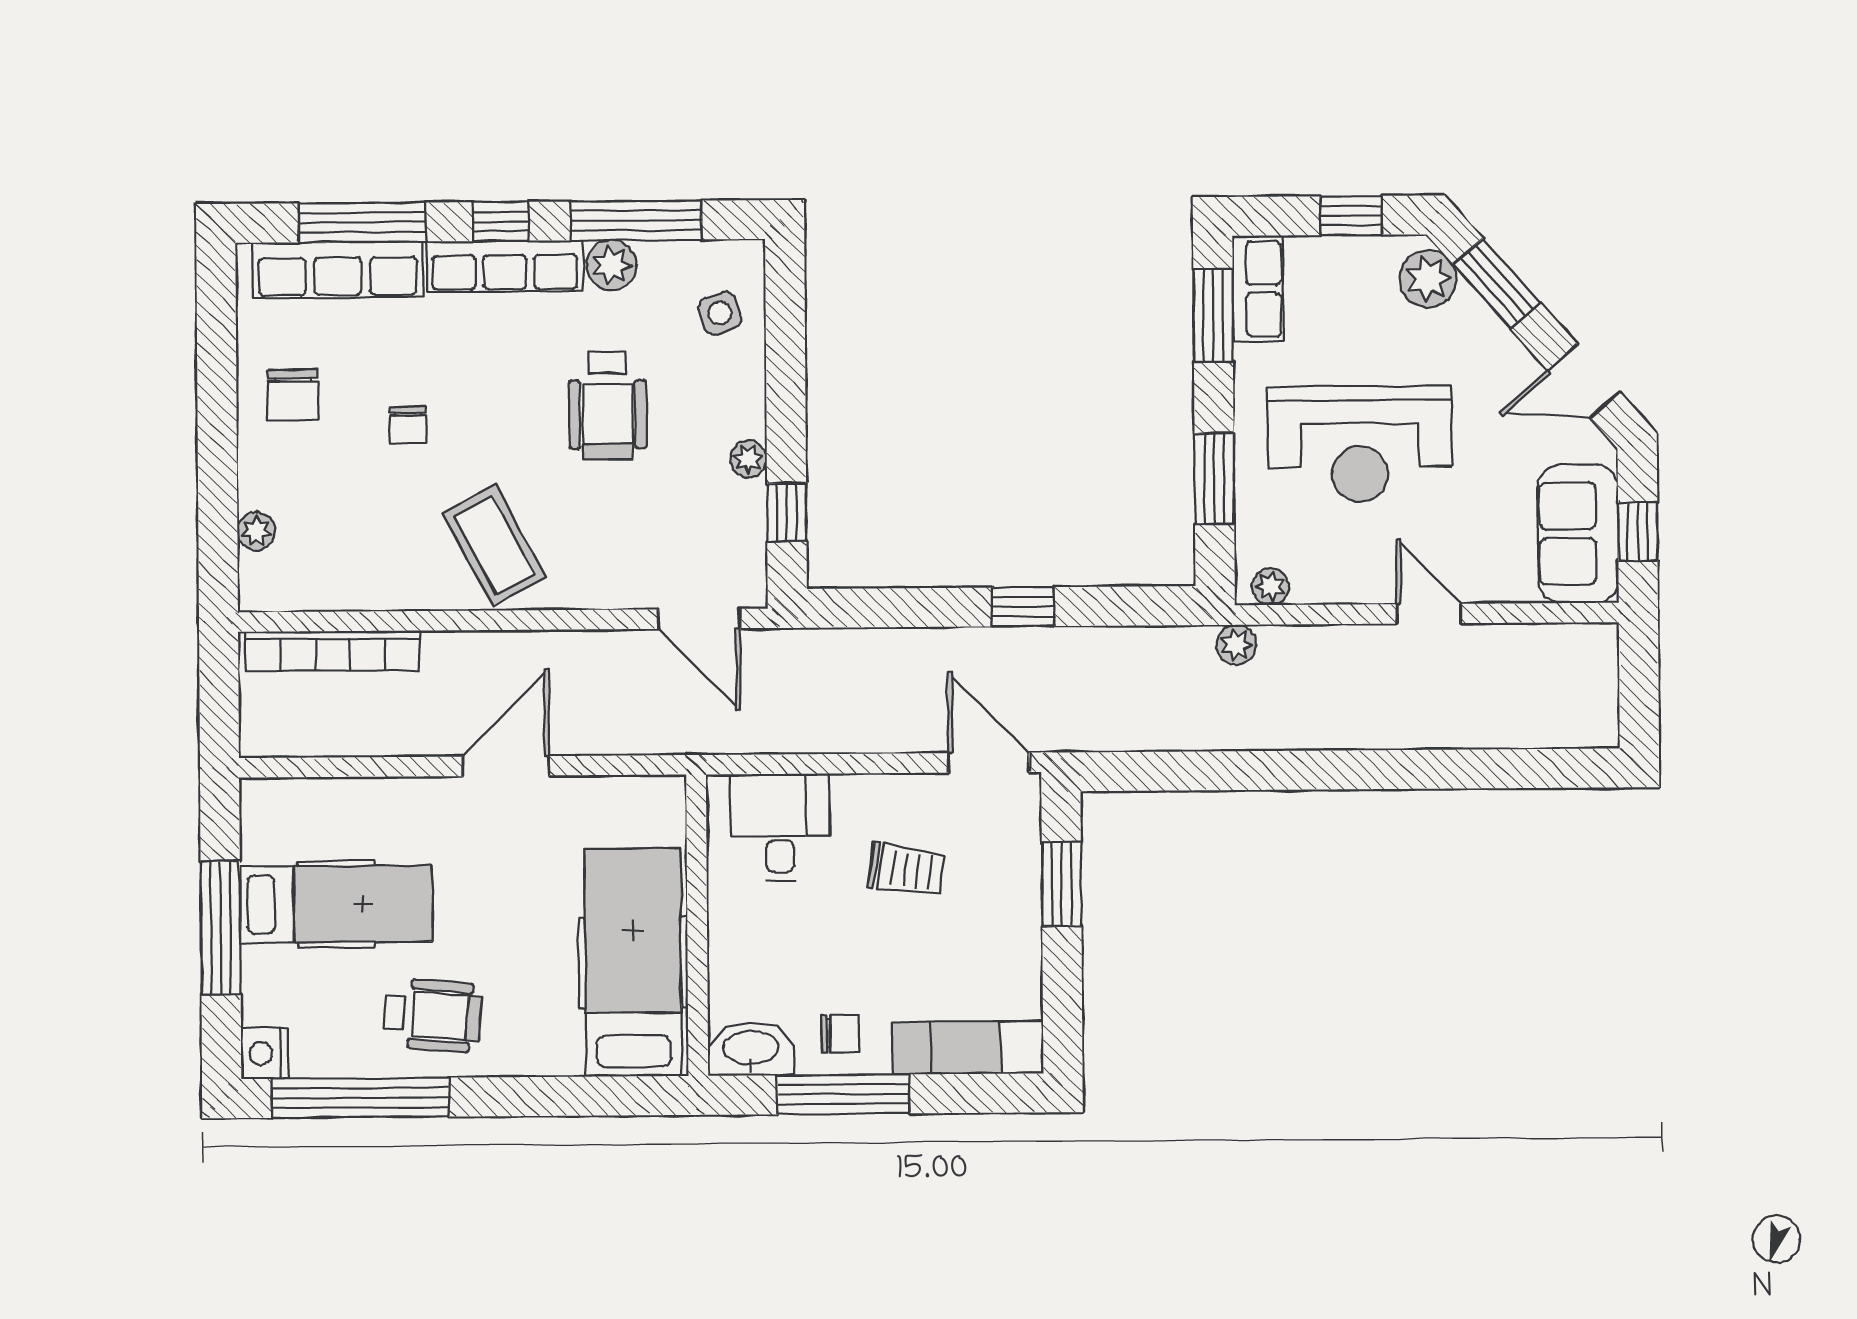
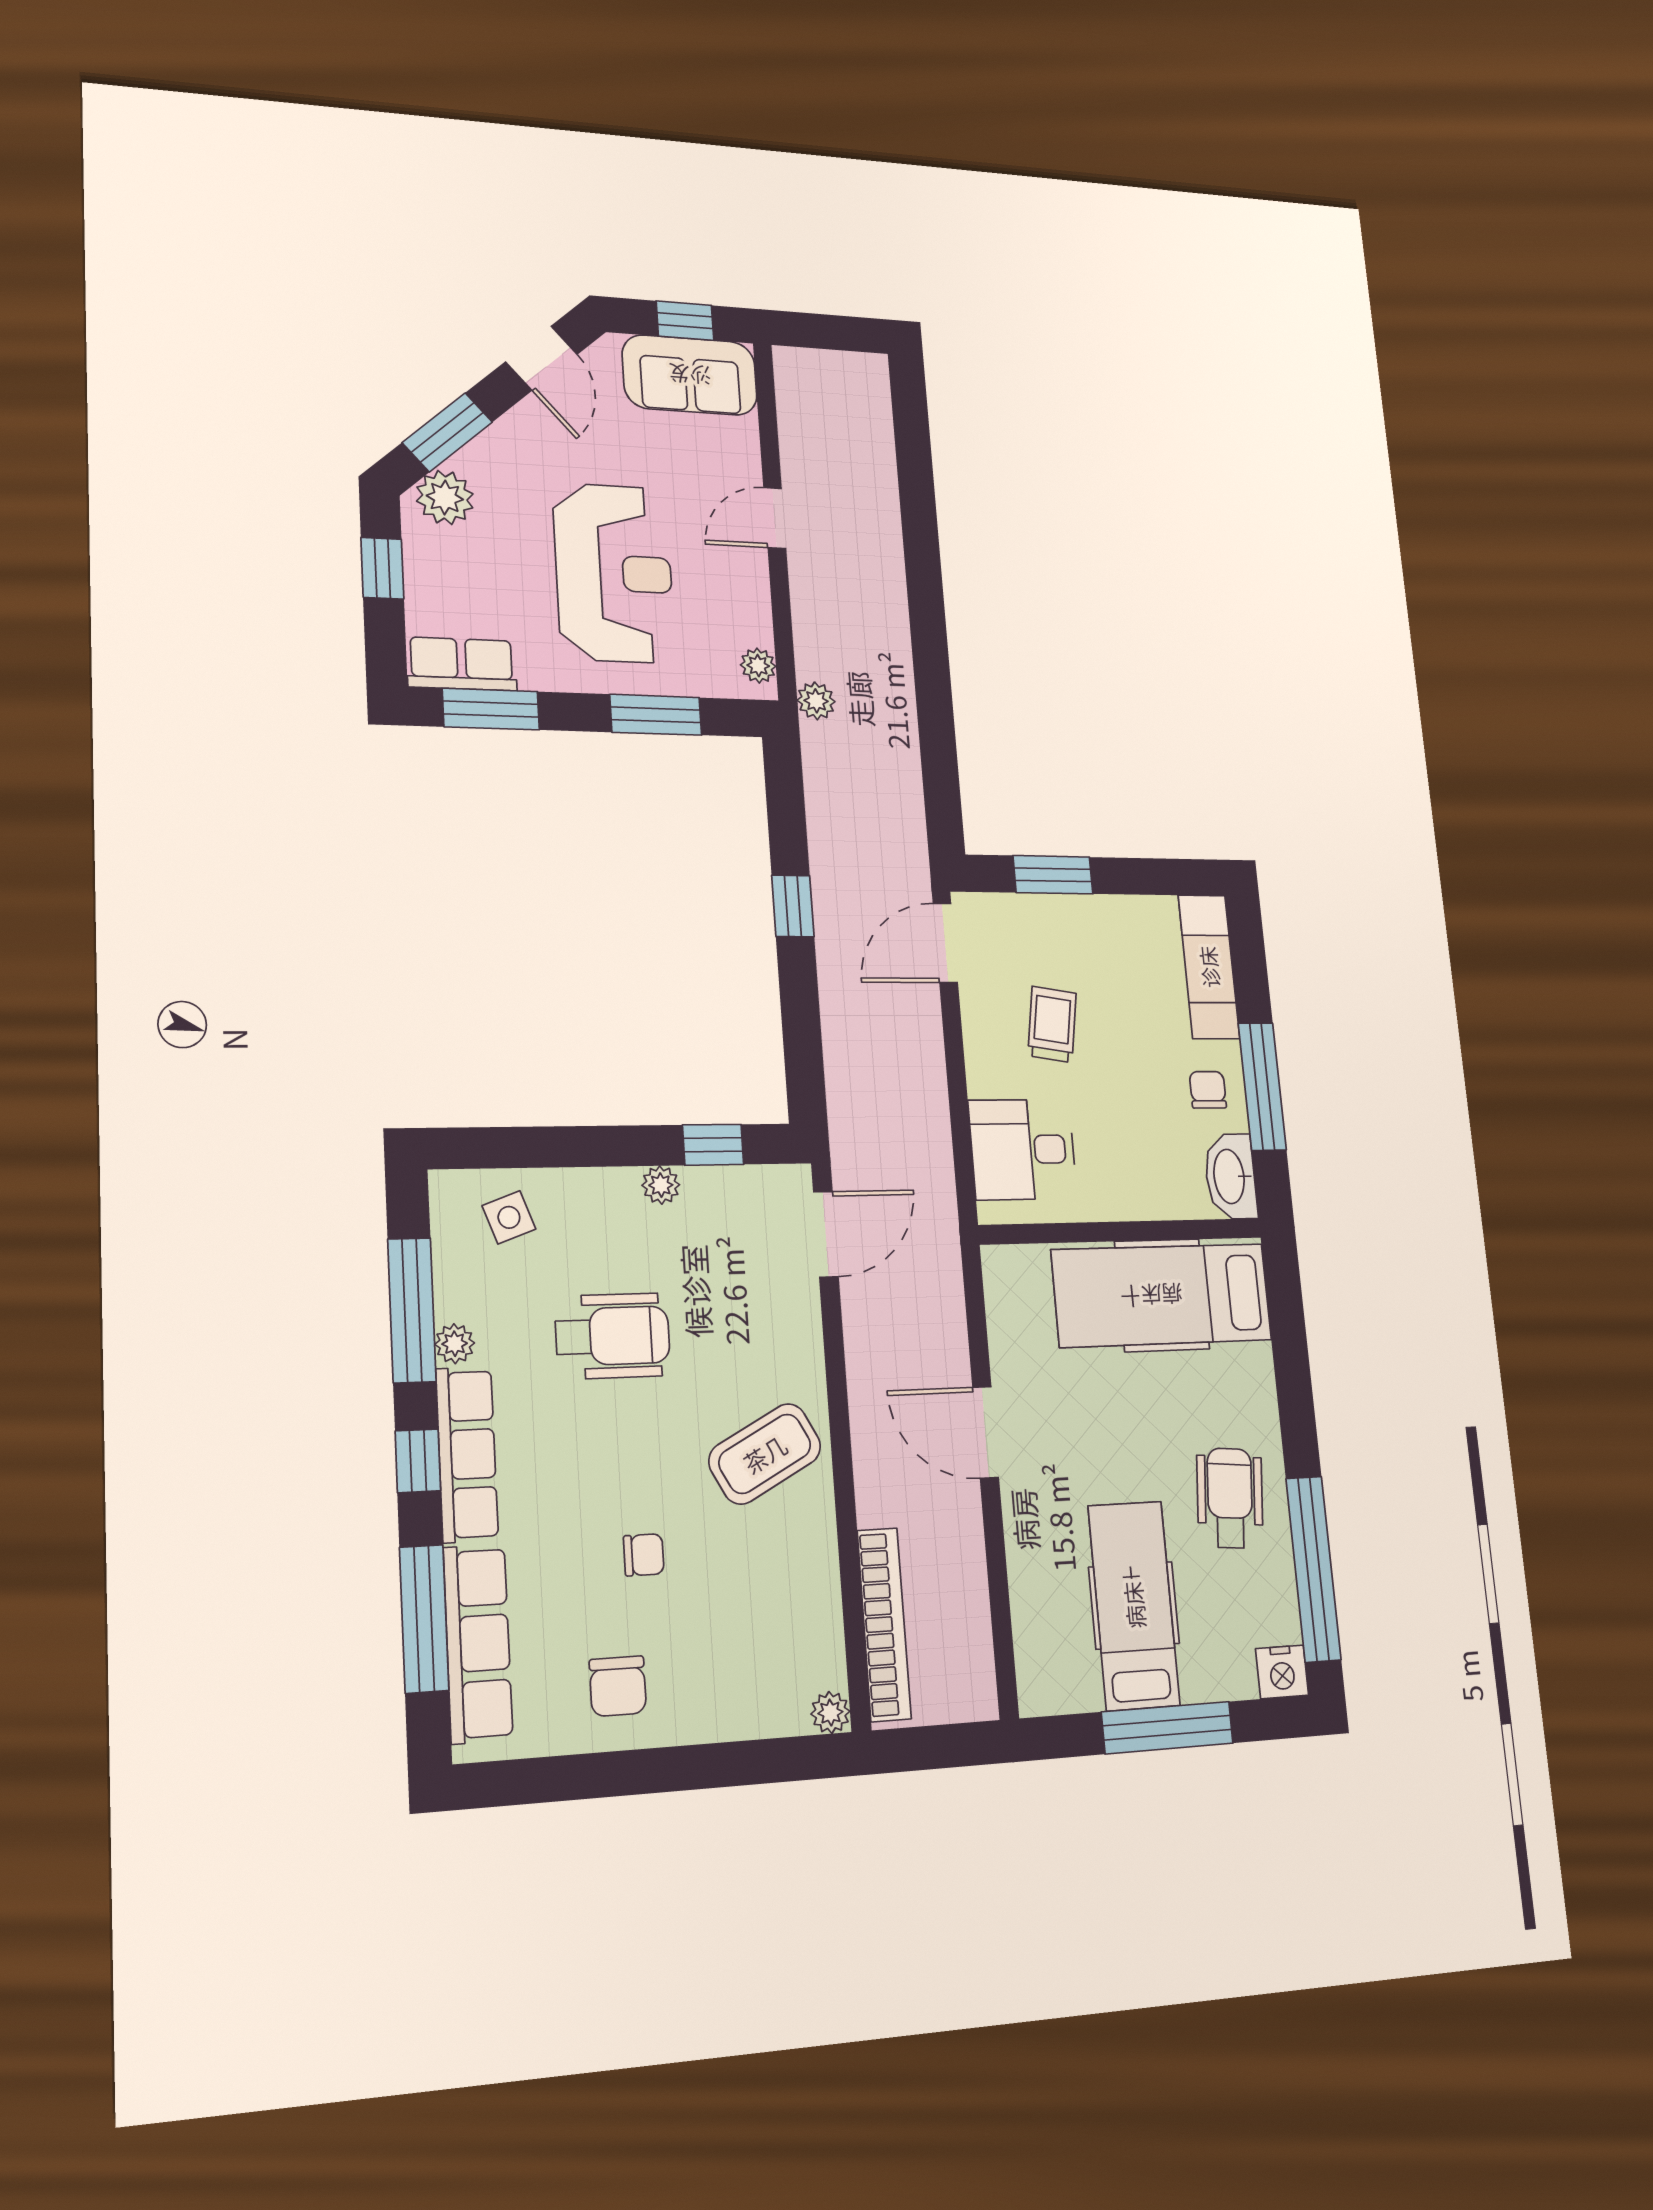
plant: (612, 265) -> (455, 1344), width x0.73, depth x0.73
chair: (293, 395) -> (618, 1686), turned 90
plant: (256, 531) -> (830, 1713), moved

